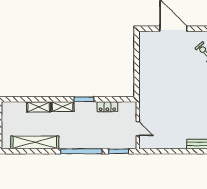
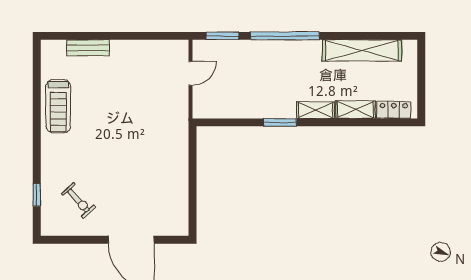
locker: (107, 107) -> (394, 110), moved
door: (138, 129) -> (191, 73), swing flipped

